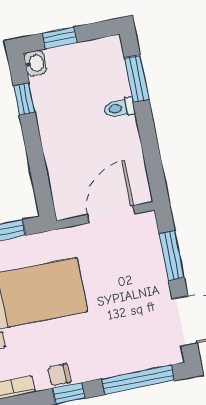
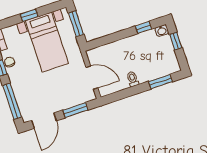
toilet: (119, 108) -> (133, 79), moved

